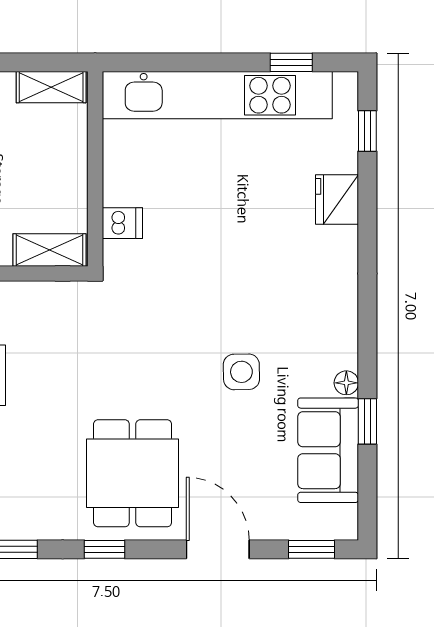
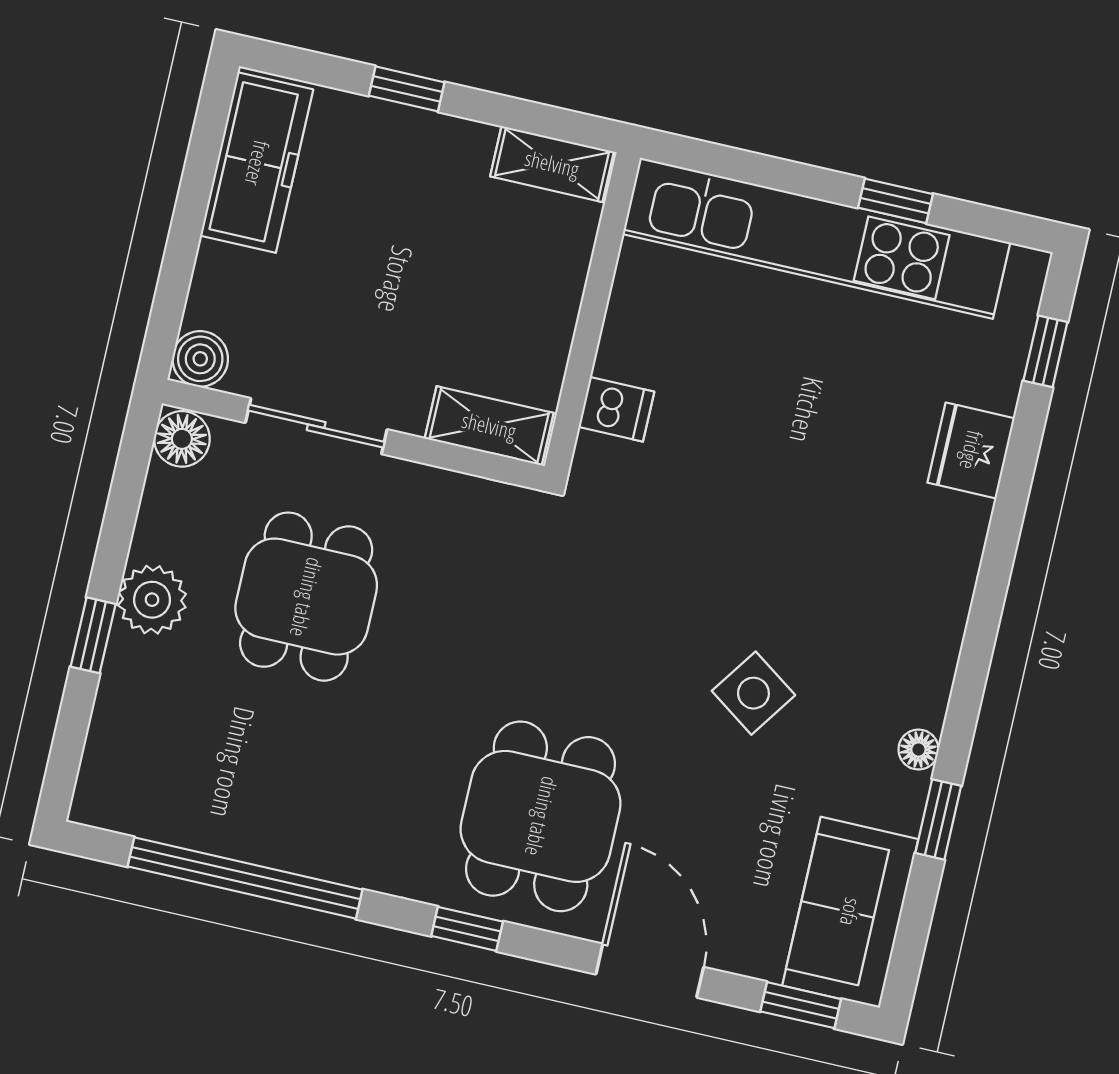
window: (291, 62) -> (895, 201), moved
side table: (241, 372) -> (753, 693), turned 36
sofa: (328, 450) -> (850, 912), moved

